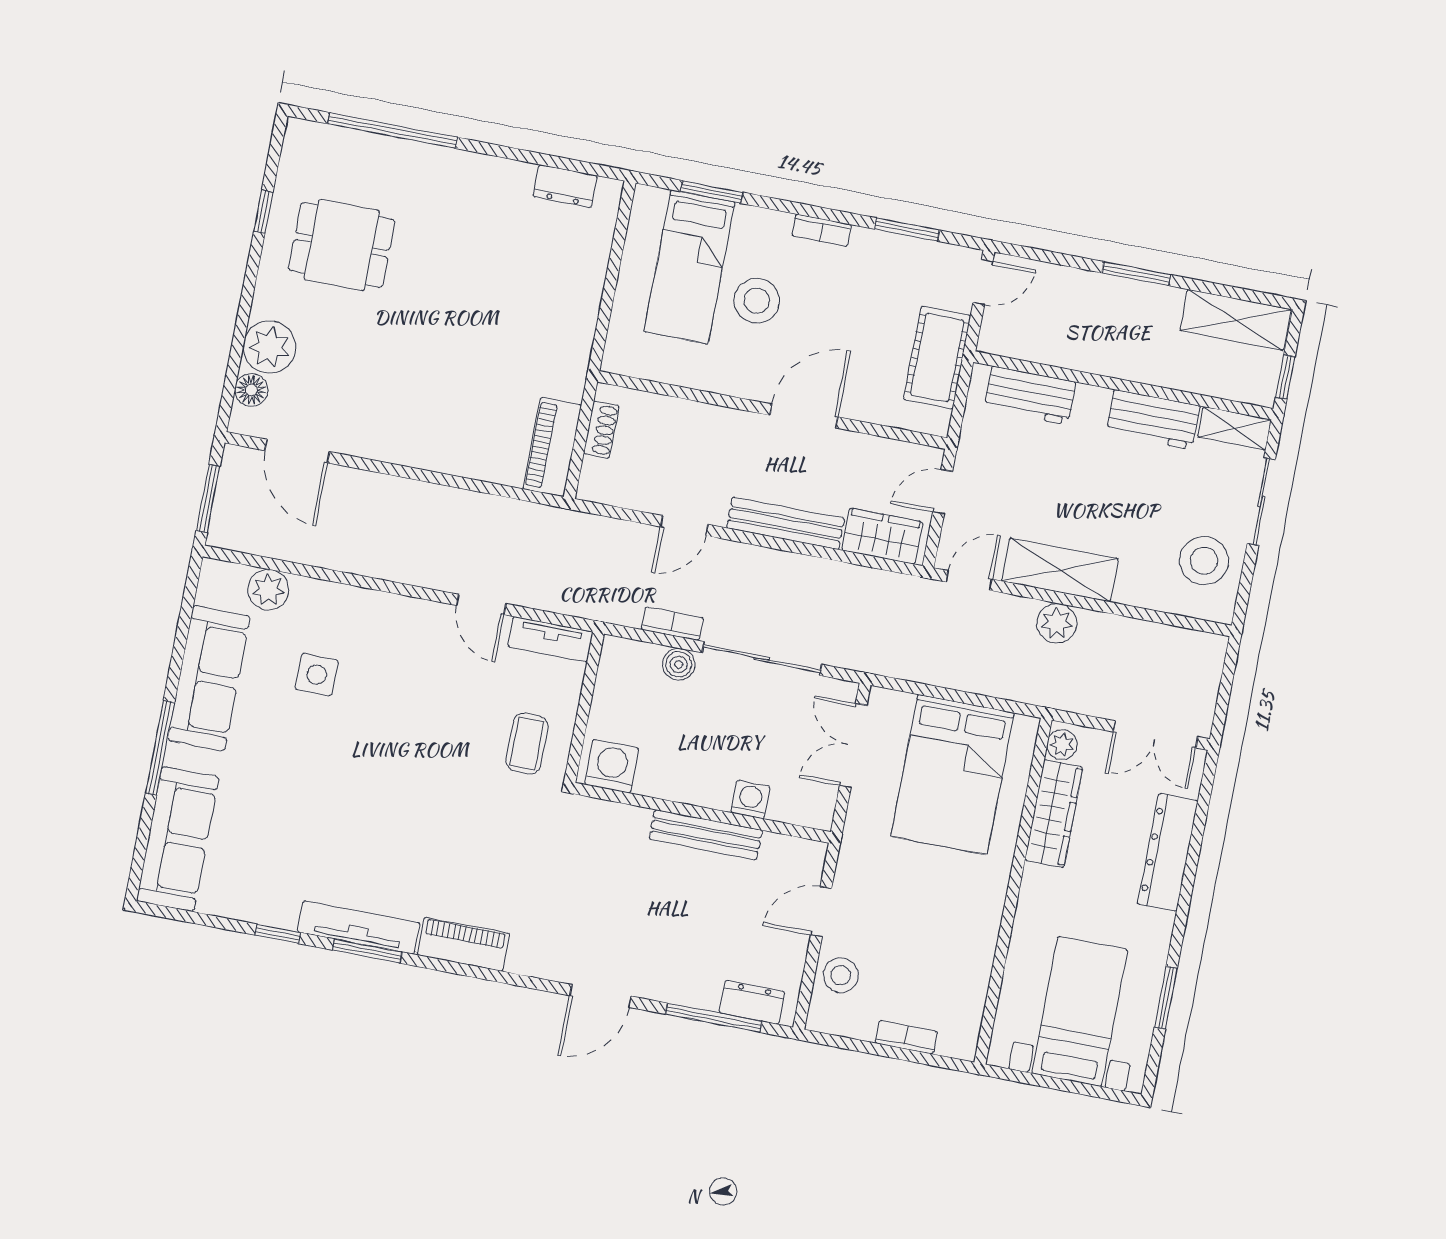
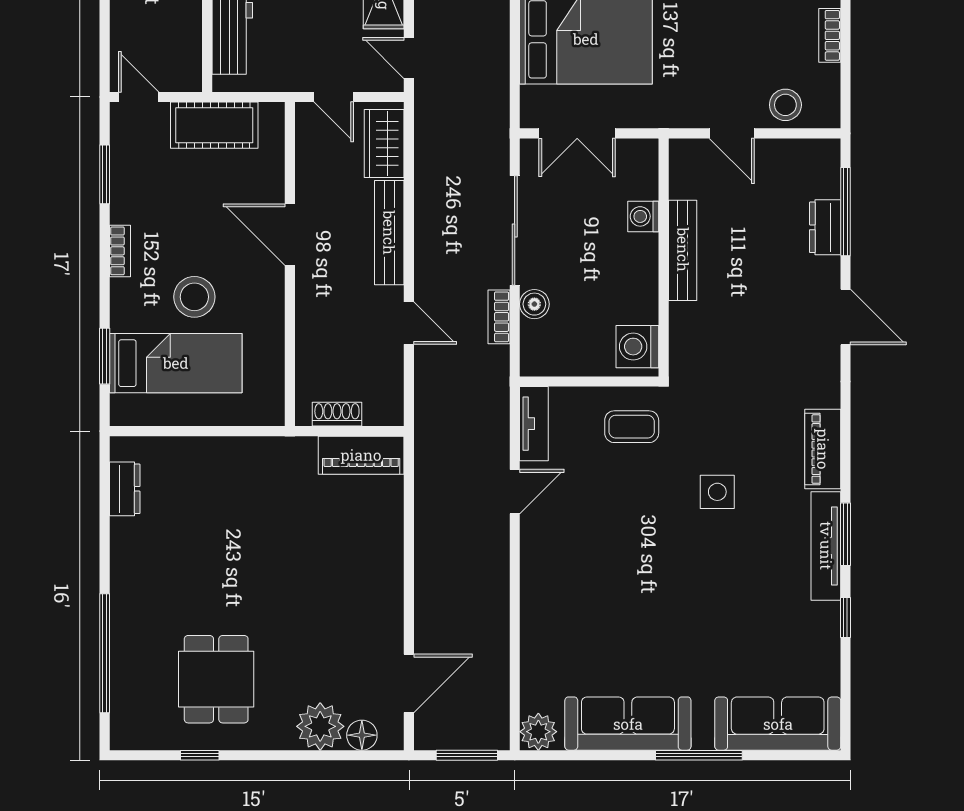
plant: (268, 590) -> (538, 732), moved
side table: (317, 675) -> (717, 492), moved
dresser: (752, 1002) -> (825, 227), moved

